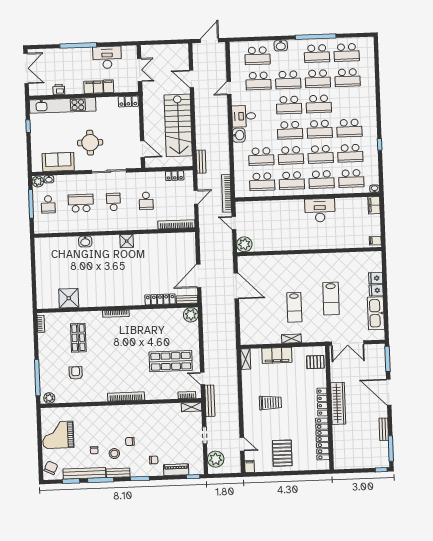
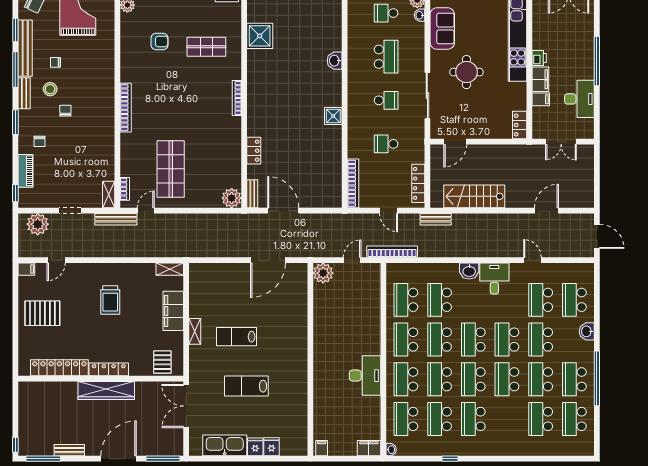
printer: (59, 89) -> (539, 58), moved
stairs: (178, 125) -> (474, 196), width x0.73, depth x0.66
locker: (175, 176) -> (418, 183), width x1.53
locker: (160, 299) -> (254, 151), width x0.66

